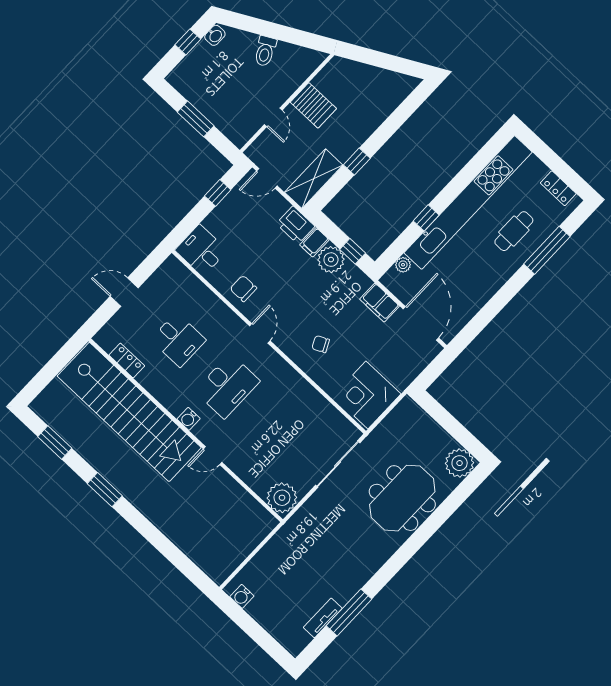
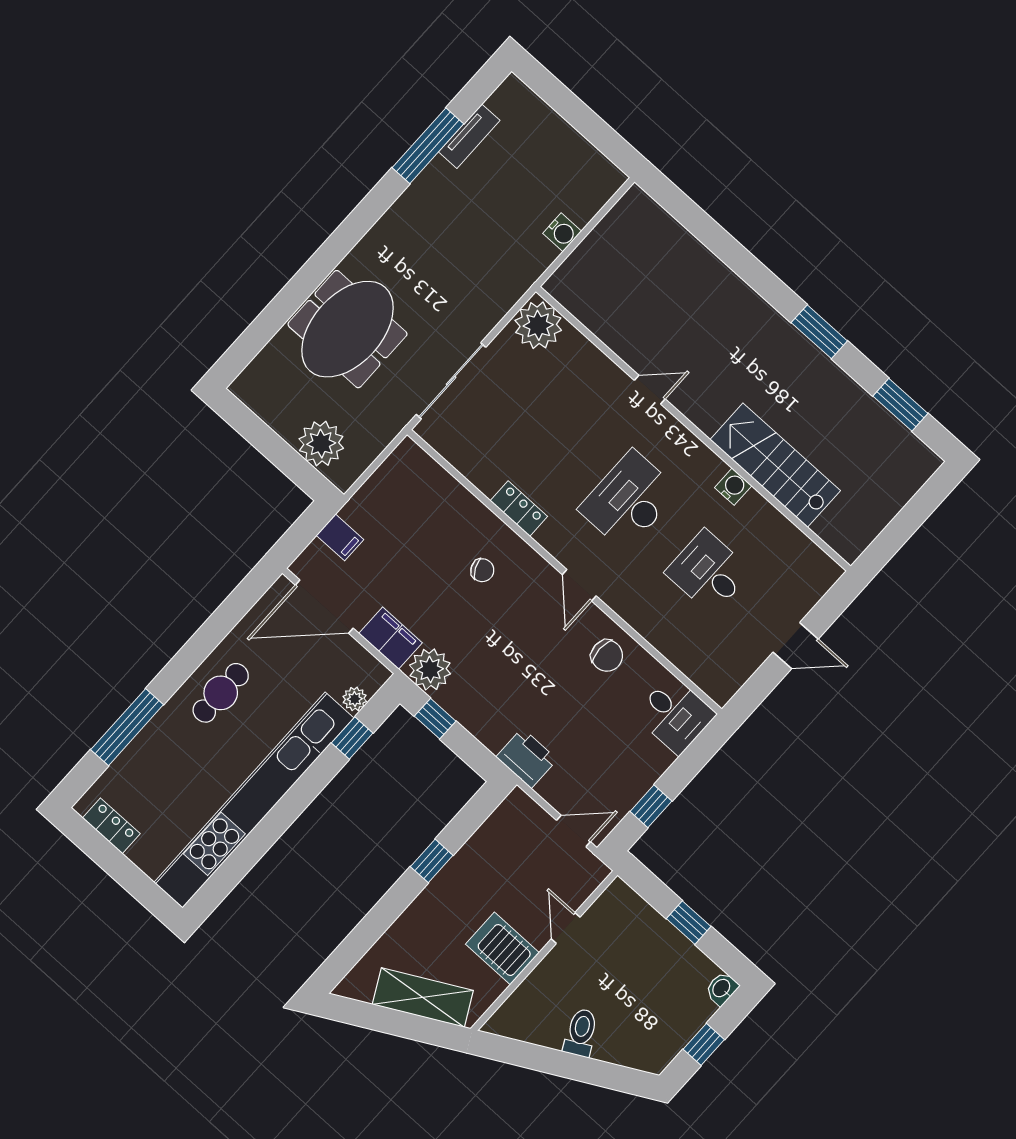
washbasin: (215, 35) -> (722, 989), moved
window: (196, 119) -> (689, 923), width x0.67
shelving: (314, 179) -> (423, 997), moved, turned 62
window: (426, 218) -> (352, 738), moved
cafe table: (514, 231) -> (221, 693), moved
filing cabinet: (314, 242) -> (340, 537), moved, turned 90
plant: (331, 260) -> (430, 669), moved
door: (421, 323) -> (324, 607), hinge flipped
locker: (127, 361) -> (519, 509), moved, turned 180
corner desk: (367, 395) -> (407, 491), removed
stairs: (129, 412) -> (775, 465), width x0.54, depth x0.66
water cooler: (189, 419) -> (733, 487), moved
plant: (460, 463) -> (321, 444), moved
water cooler: (242, 596) -> (562, 232), moved, turned 90

